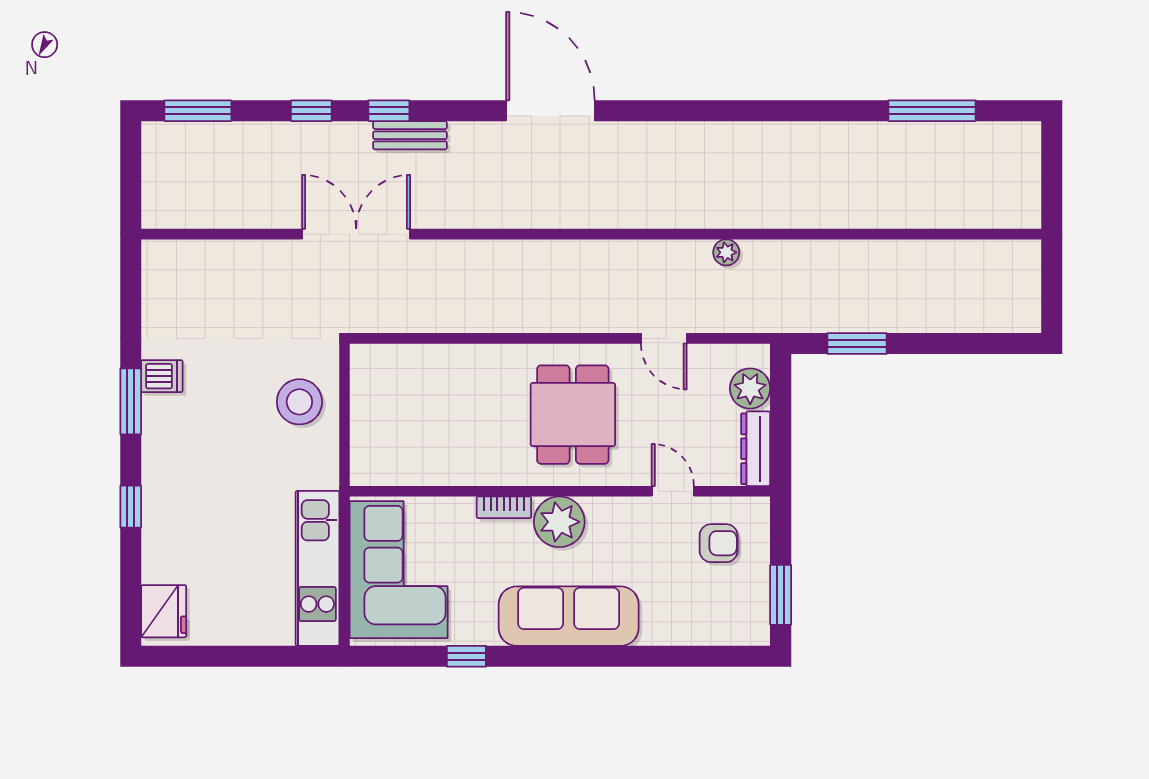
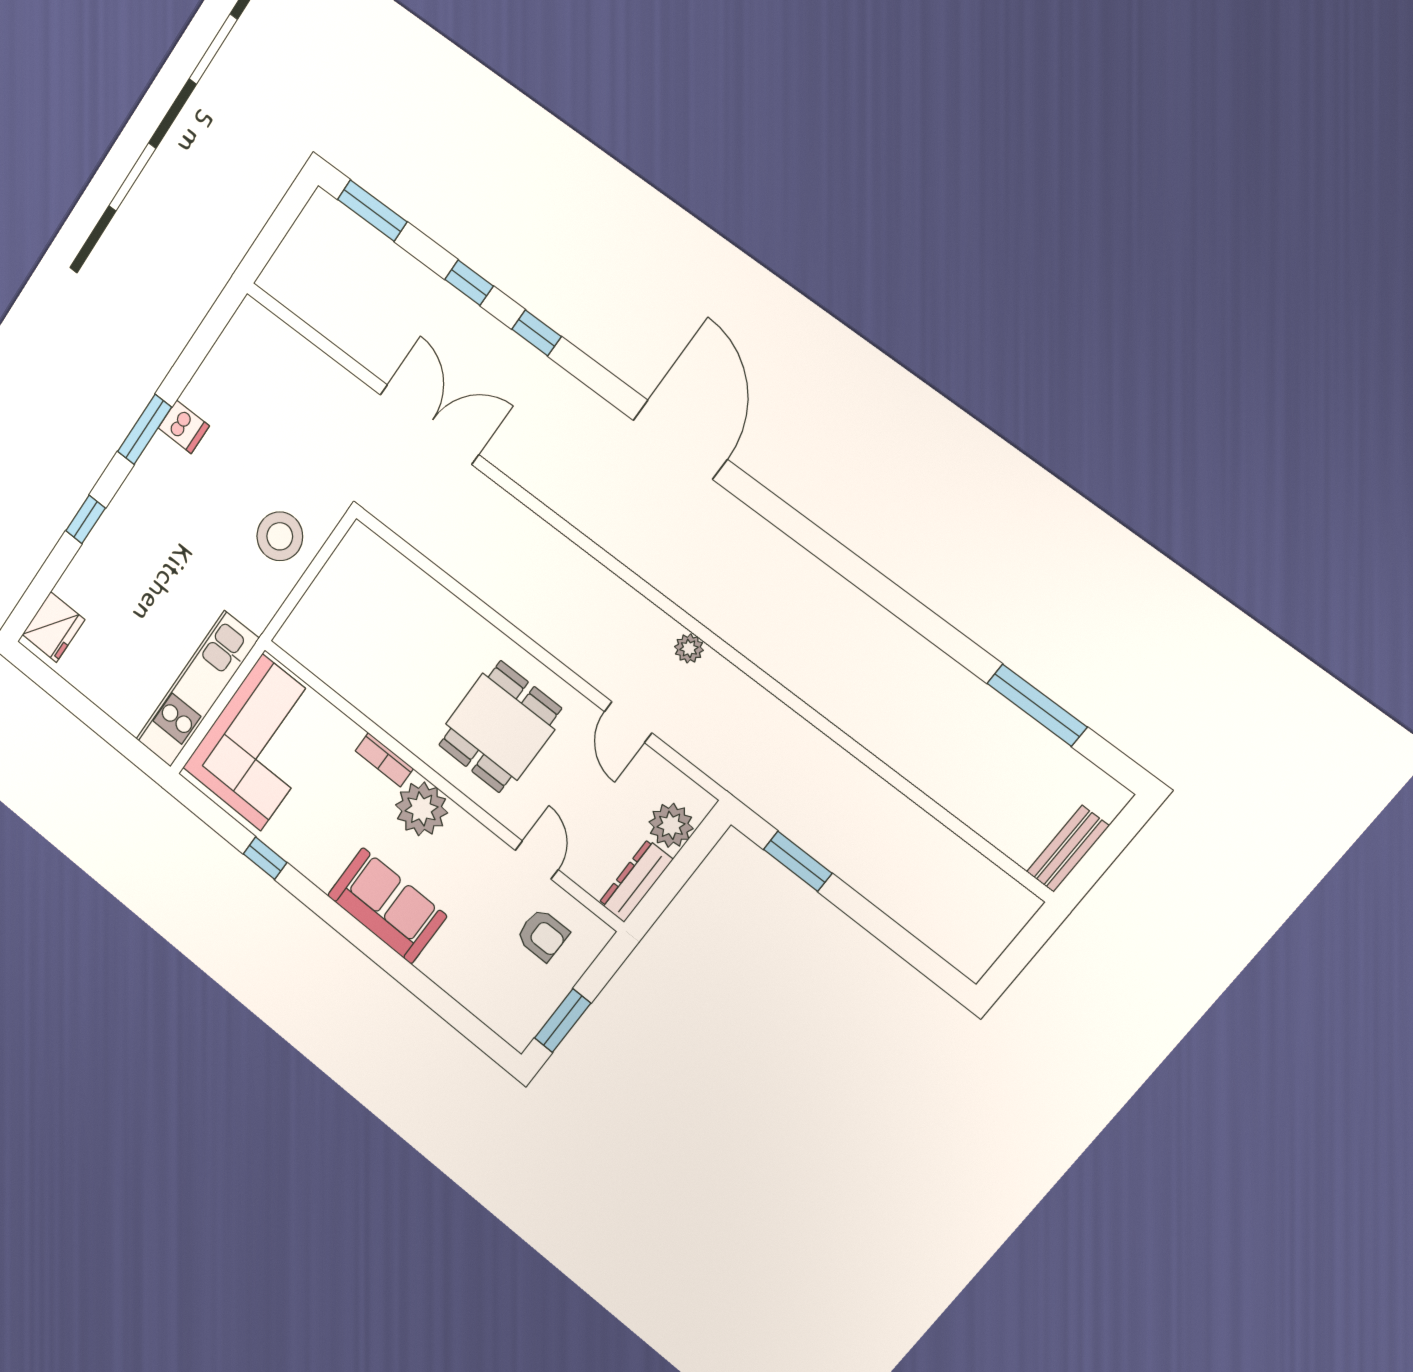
bench: (410, 135) -> (1068, 849), moved, turned 90
plant: (726, 252) -> (689, 648), moved
sofa: (569, 616) -> (387, 906), width x0.73

